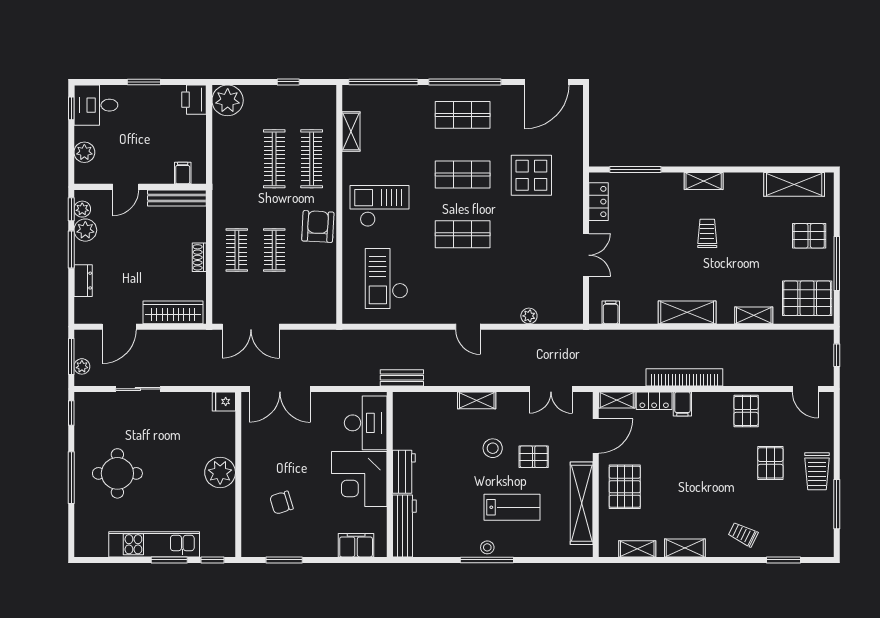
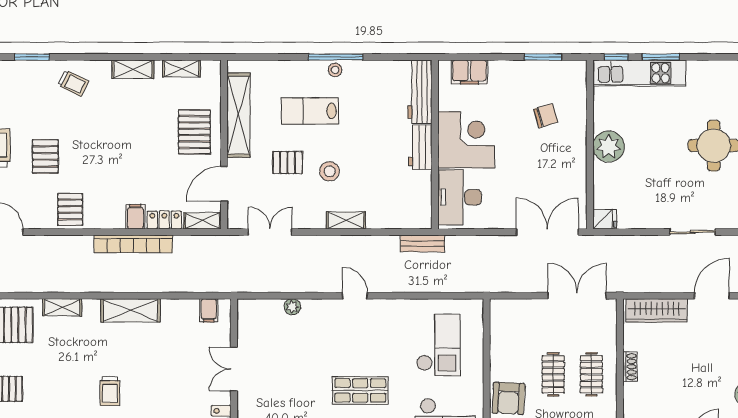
kitchen unit: (154, 544) -> (639, 73), moved

